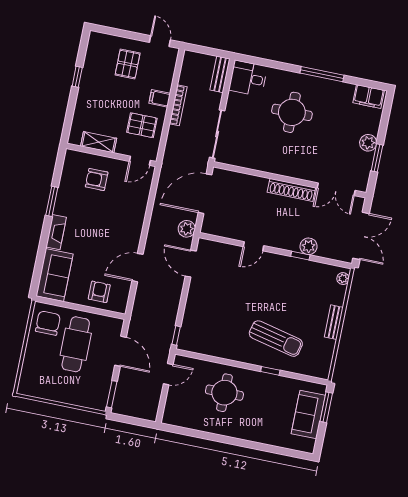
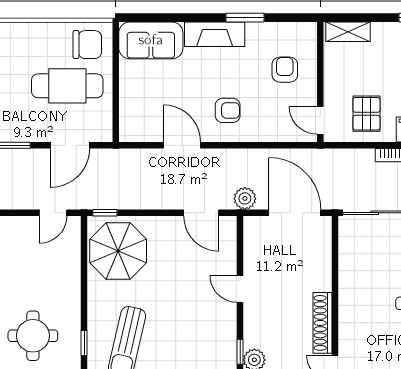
shelving: (99, 142) -> (348, 32), moved, turned 90
fireplace: (56, 232) -> (215, 34), width x1.37, depth x1.32
door: (191, 264) -> (201, 213), swing flipped
armchair: (99, 292) -> (228, 110), moved
parasol: (207, 331) -> (118, 251), added
door: (168, 374) -> (53, 213), hinge flipped
round table: (224, 393) -> (33, 336), moved

